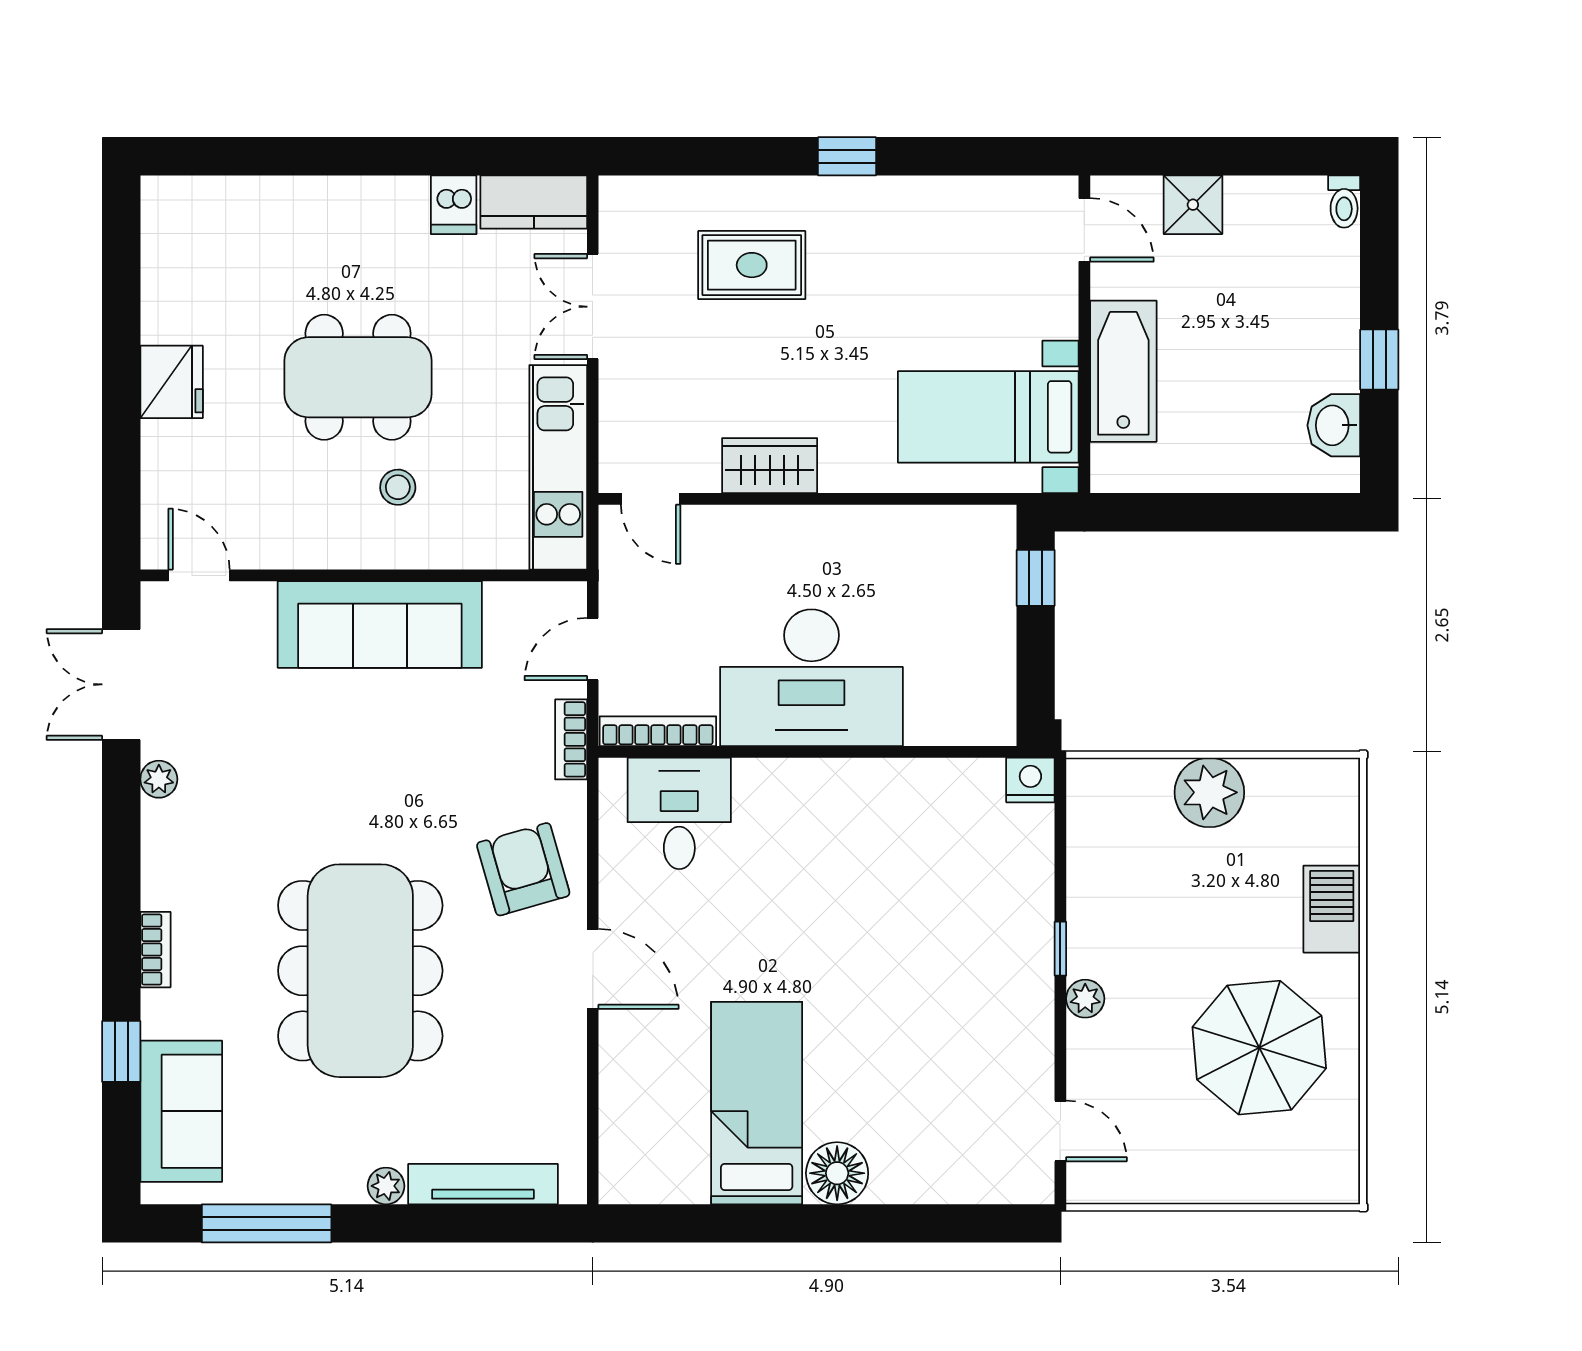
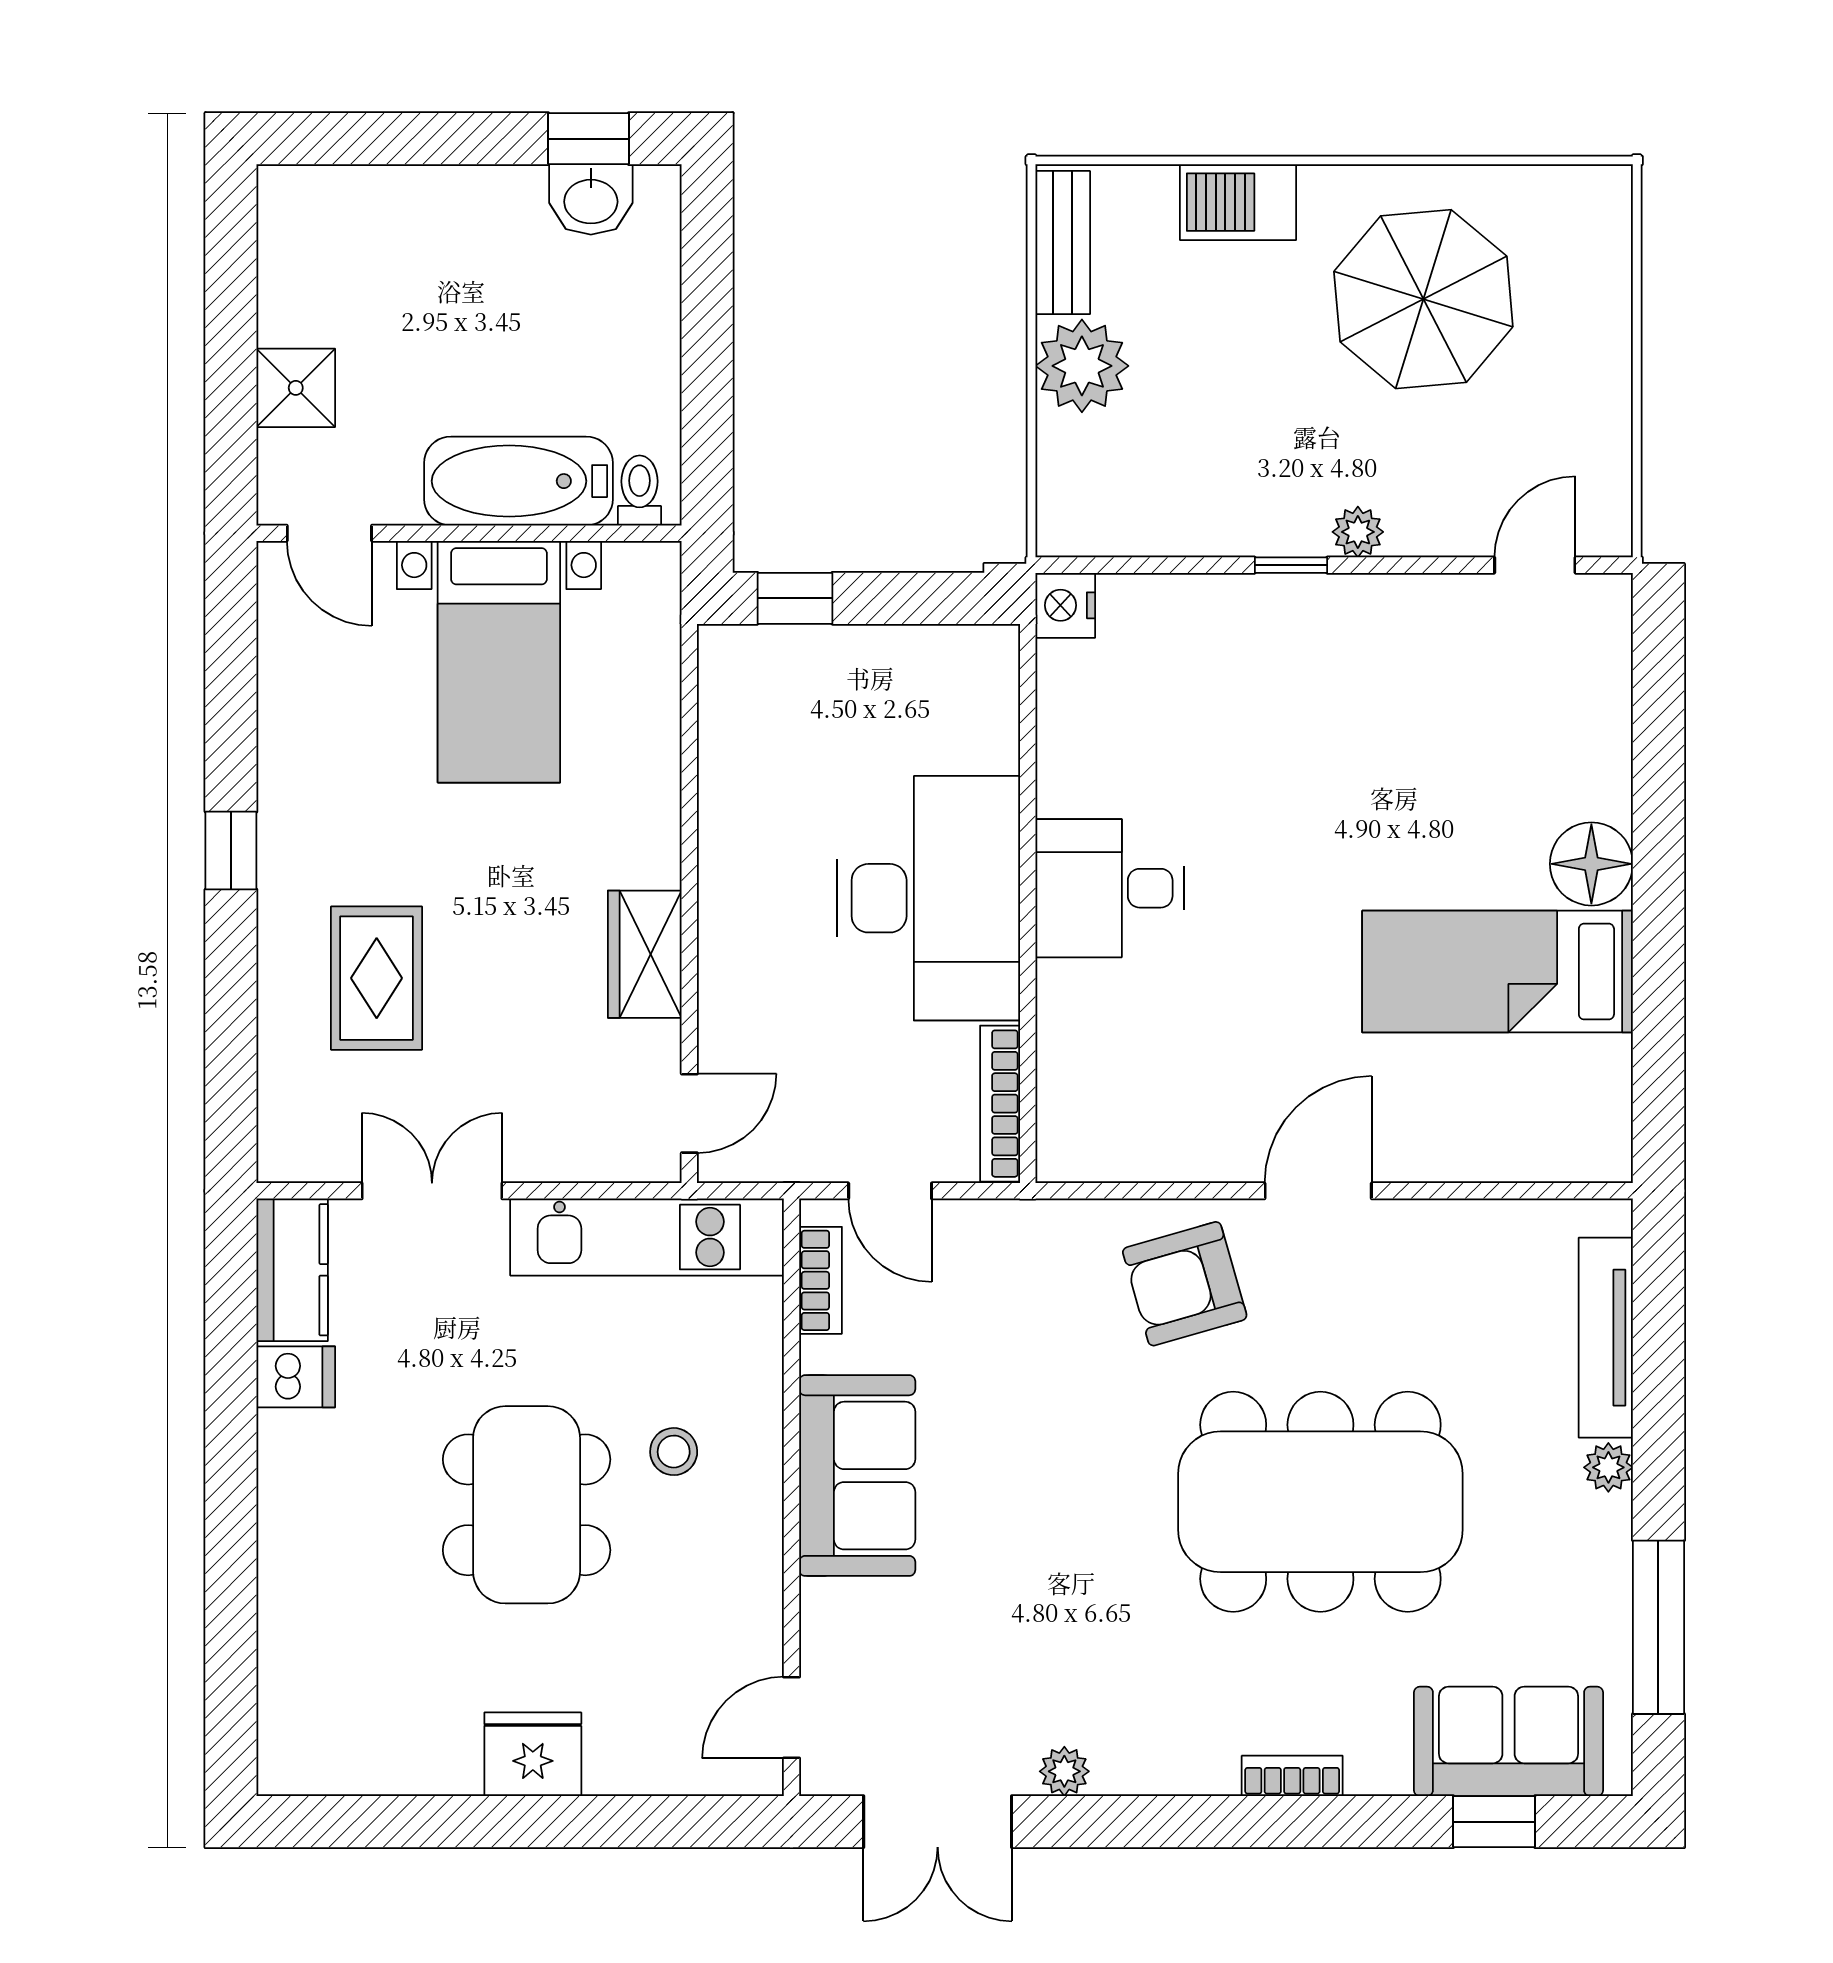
toilet: (1344, 202) -> (640, 491), moved, turned -90
door: (1084, 230) -> (329, 533), swing flipped
double door: (593, 307) -> (432, 1191), swing flipped
window: (1379, 360) -> (588, 139), moved
bed with nightstands: (988, 417) -> (499, 662), moved
sofa: (380, 624) -> (857, 1476), width x0.73
bookcase: (571, 739) -> (821, 1280), moved, turned -90
bench: (1302, 778) -> (1063, 243), added
desk: (679, 813) -> (1110, 888), moved
window: (121, 1051) -> (1494, 1822), moved

